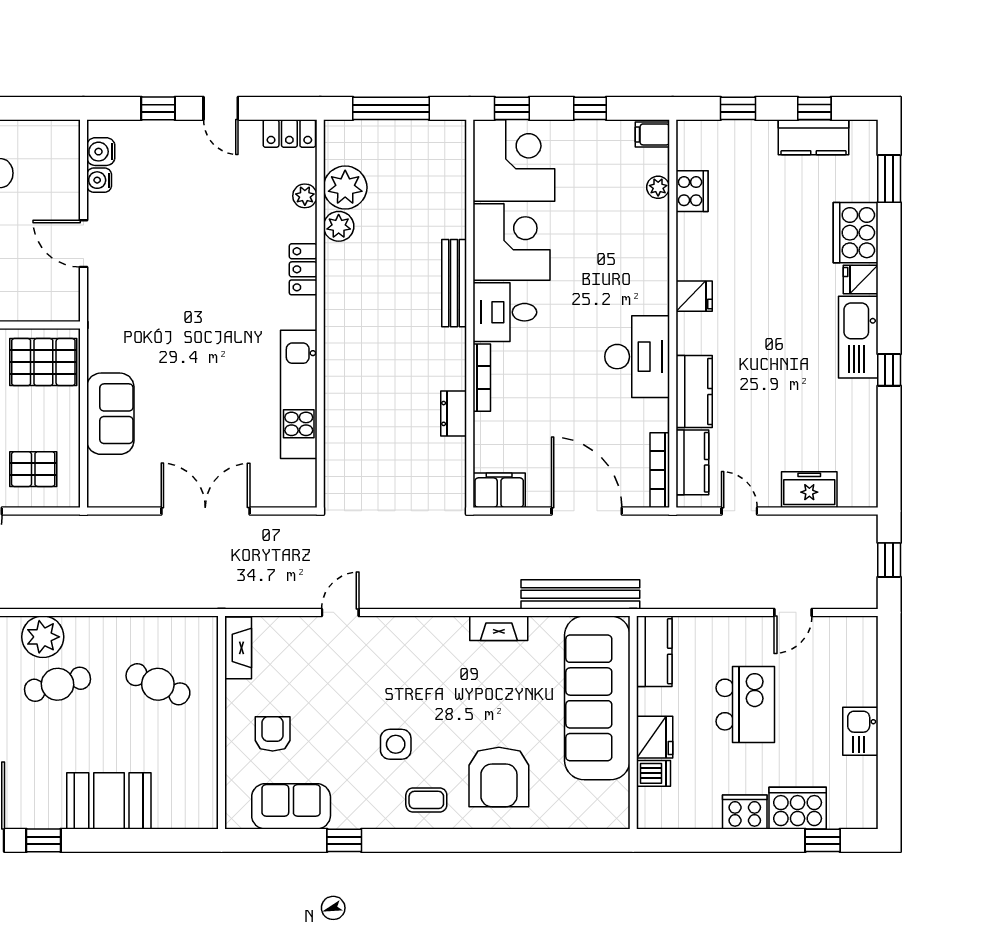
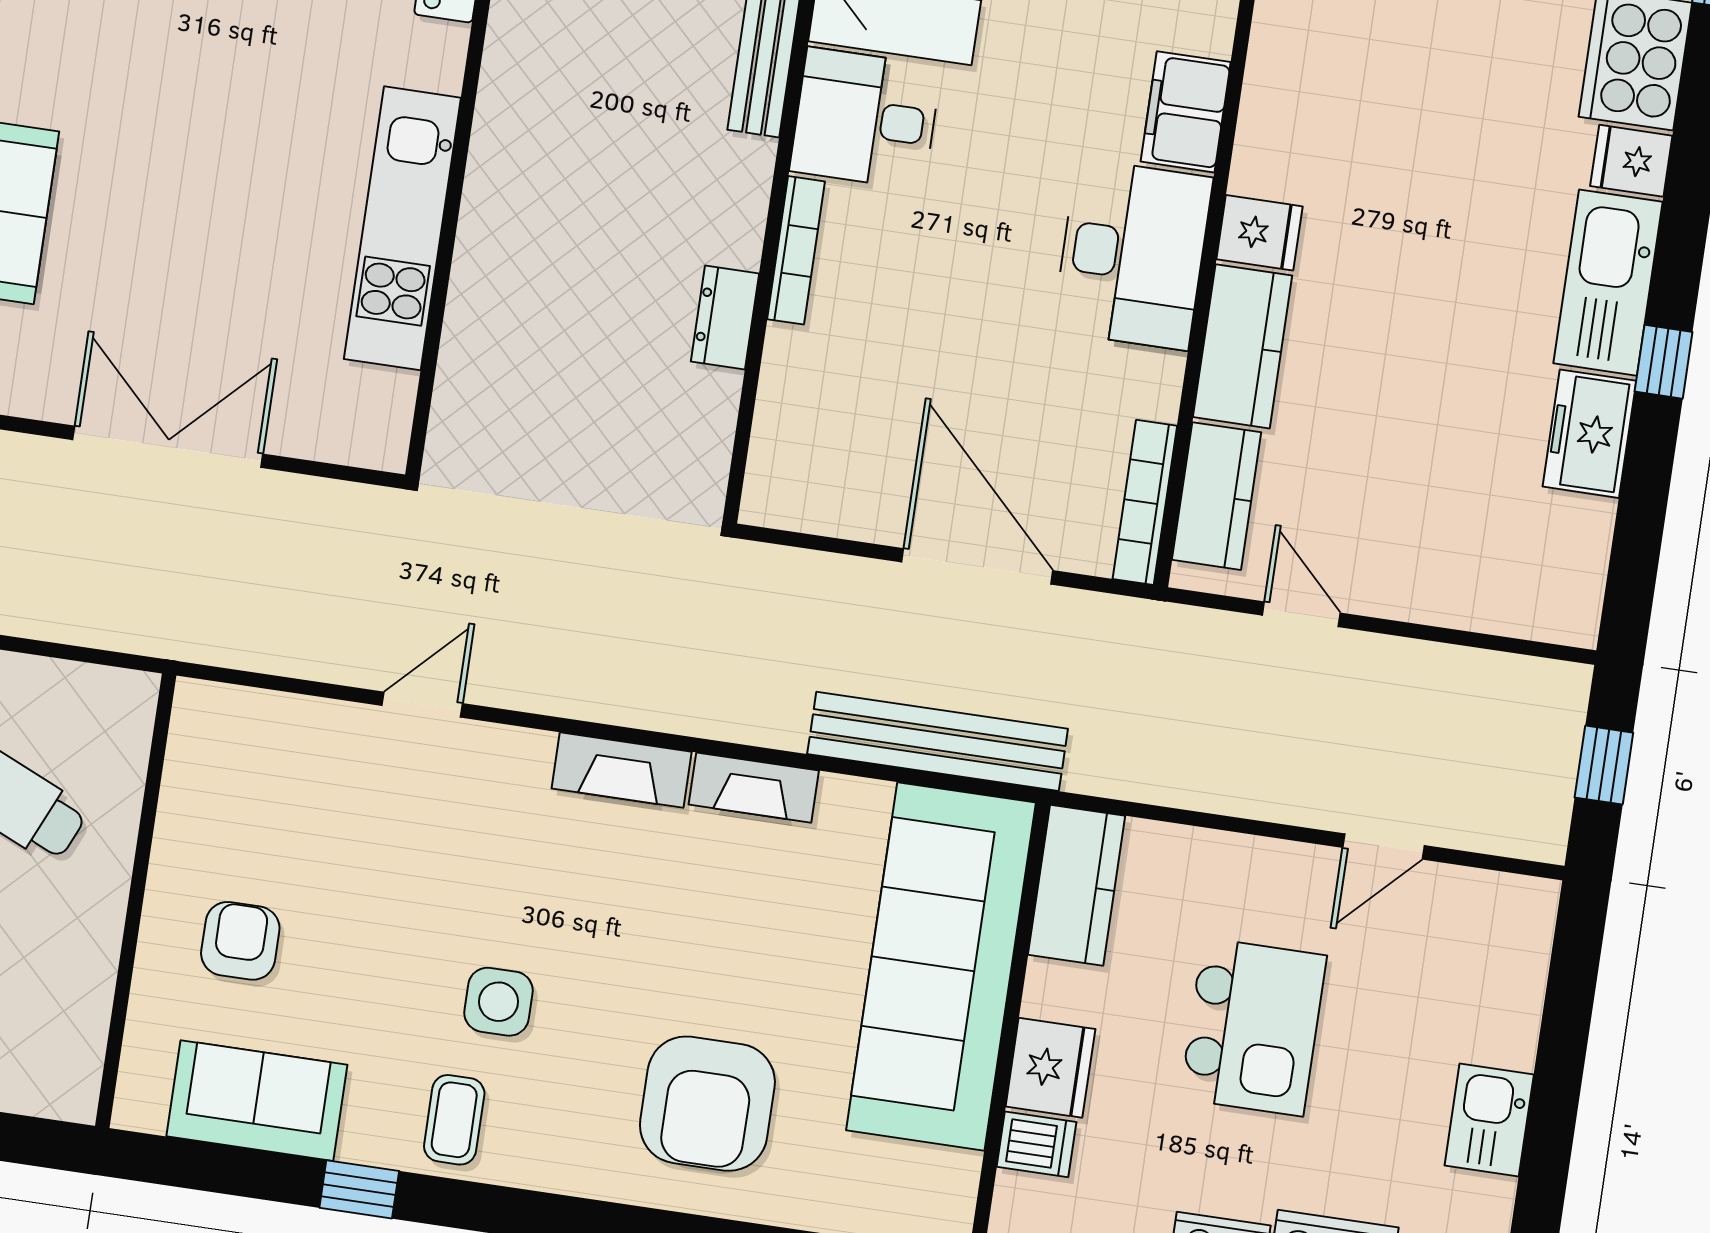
fridge: (694, 296) -> (1259, 233), moved
filing cabinet: (499, 490) -> (1186, 112), moved, turned -90
freezer: (809, 490) -> (1589, 434), moved, turned -90
fireplace: (238, 648) -> (622, 770), moved, turned 90
coffee table: (426, 800) -> (454, 1120), moved, turned 90

